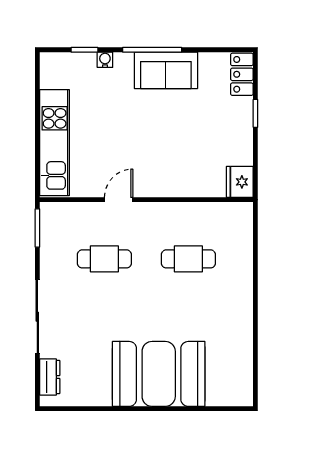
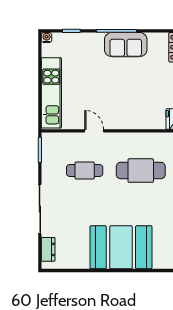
water cooler: (105, 60) -> (47, 38), moved
door: (119, 200) -> (94, 131), hinge flipped
cafe table: (188, 259) -> (141, 171), width x1.37, depth x1.35

